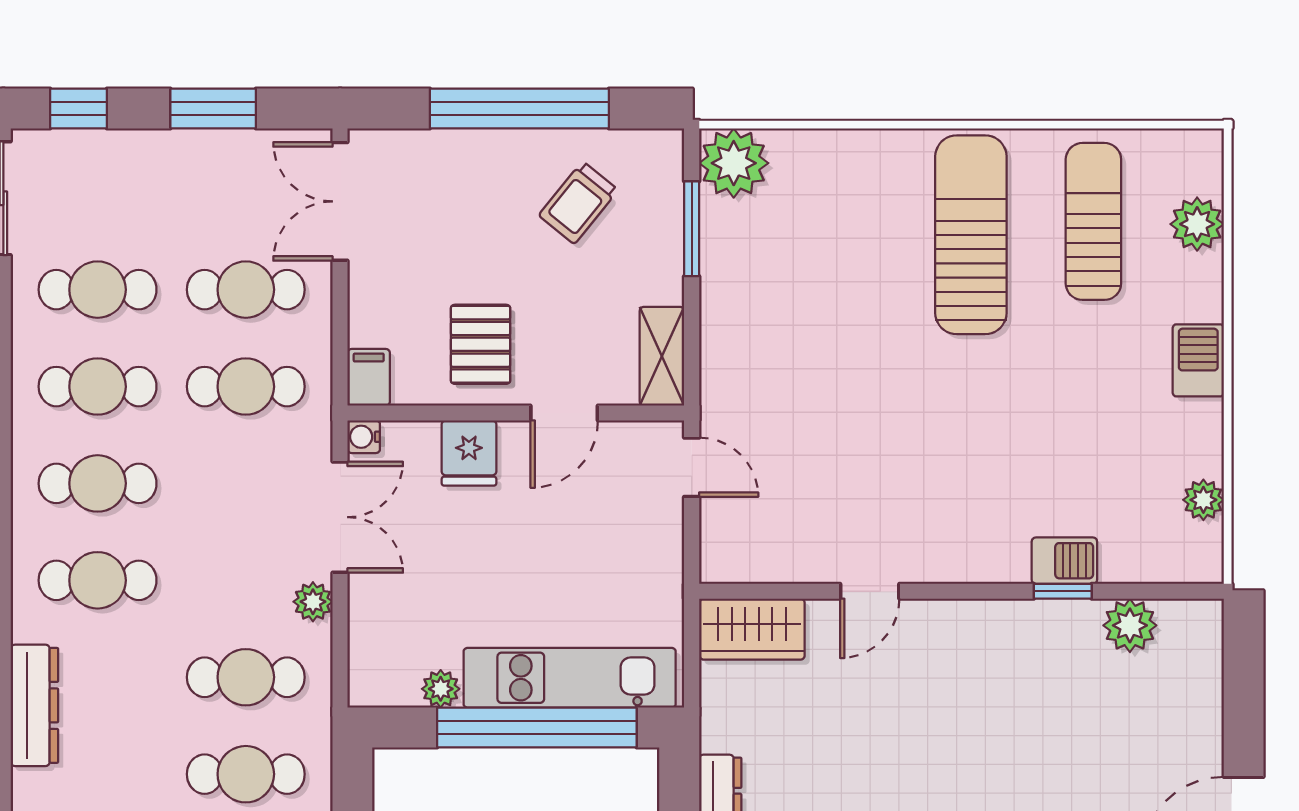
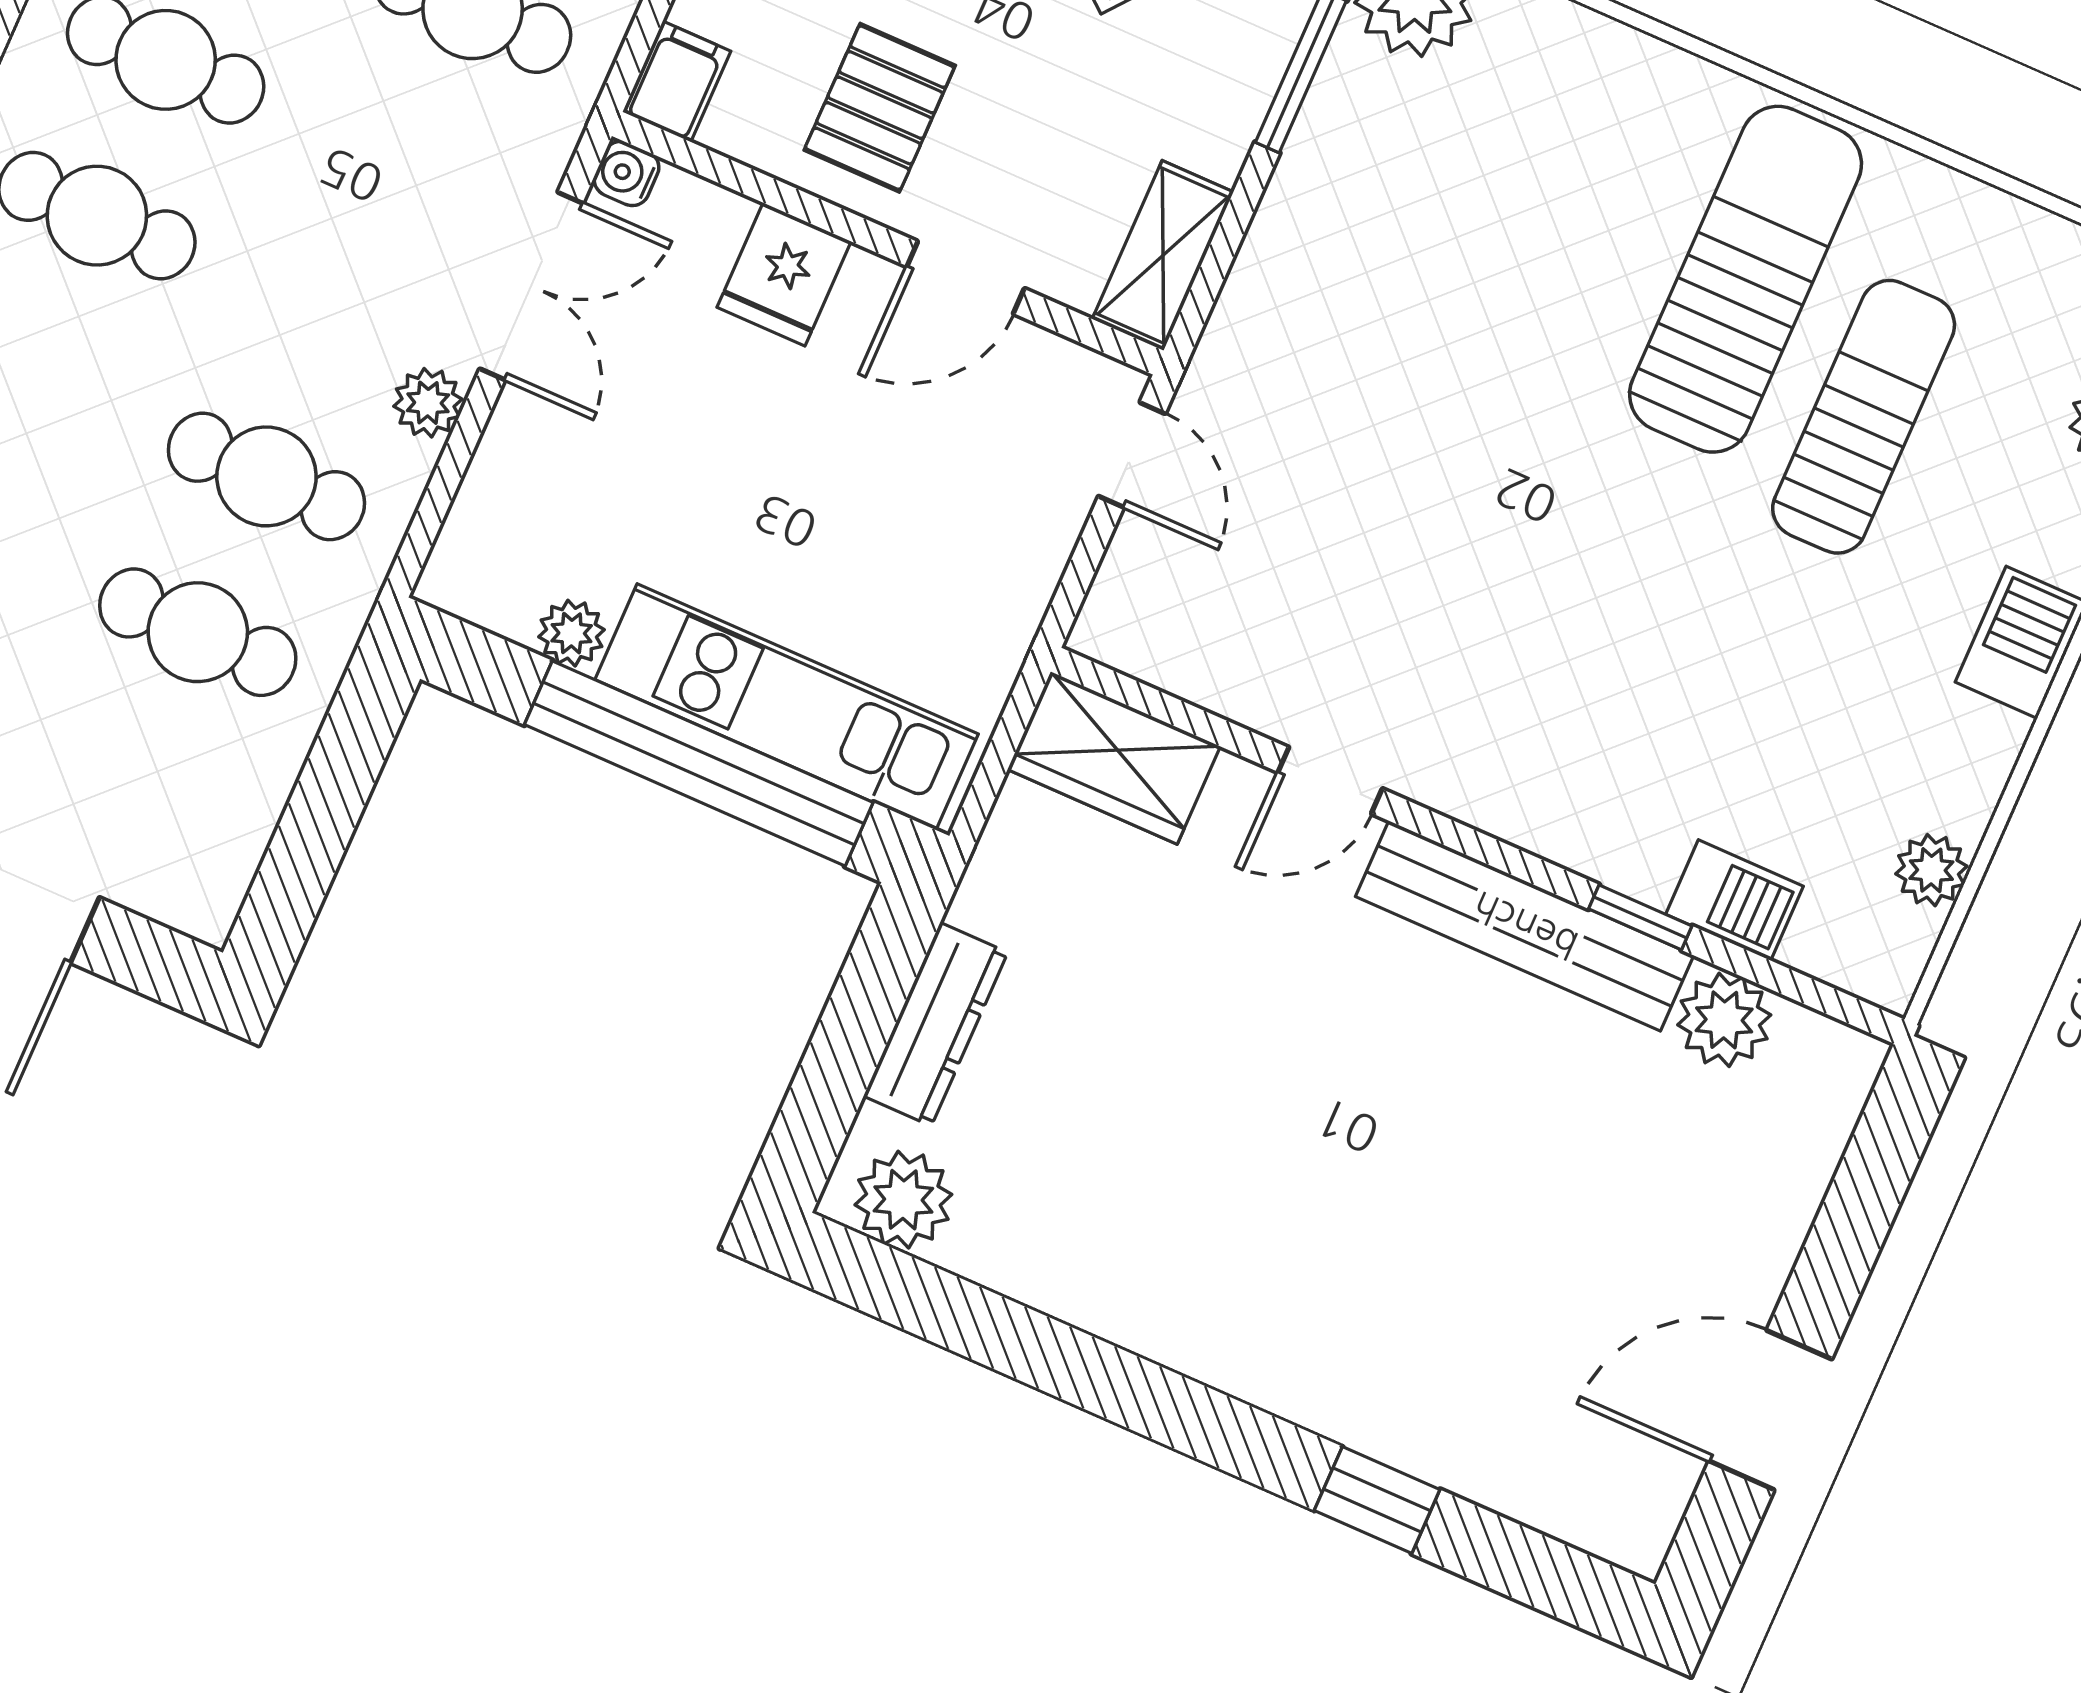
sun lounger: (1093, 221) -> (1864, 417), moved
barbecue: (1064, 561) -> (1735, 900), moved
bench: (1004, 622) -> (1525, 926), added

